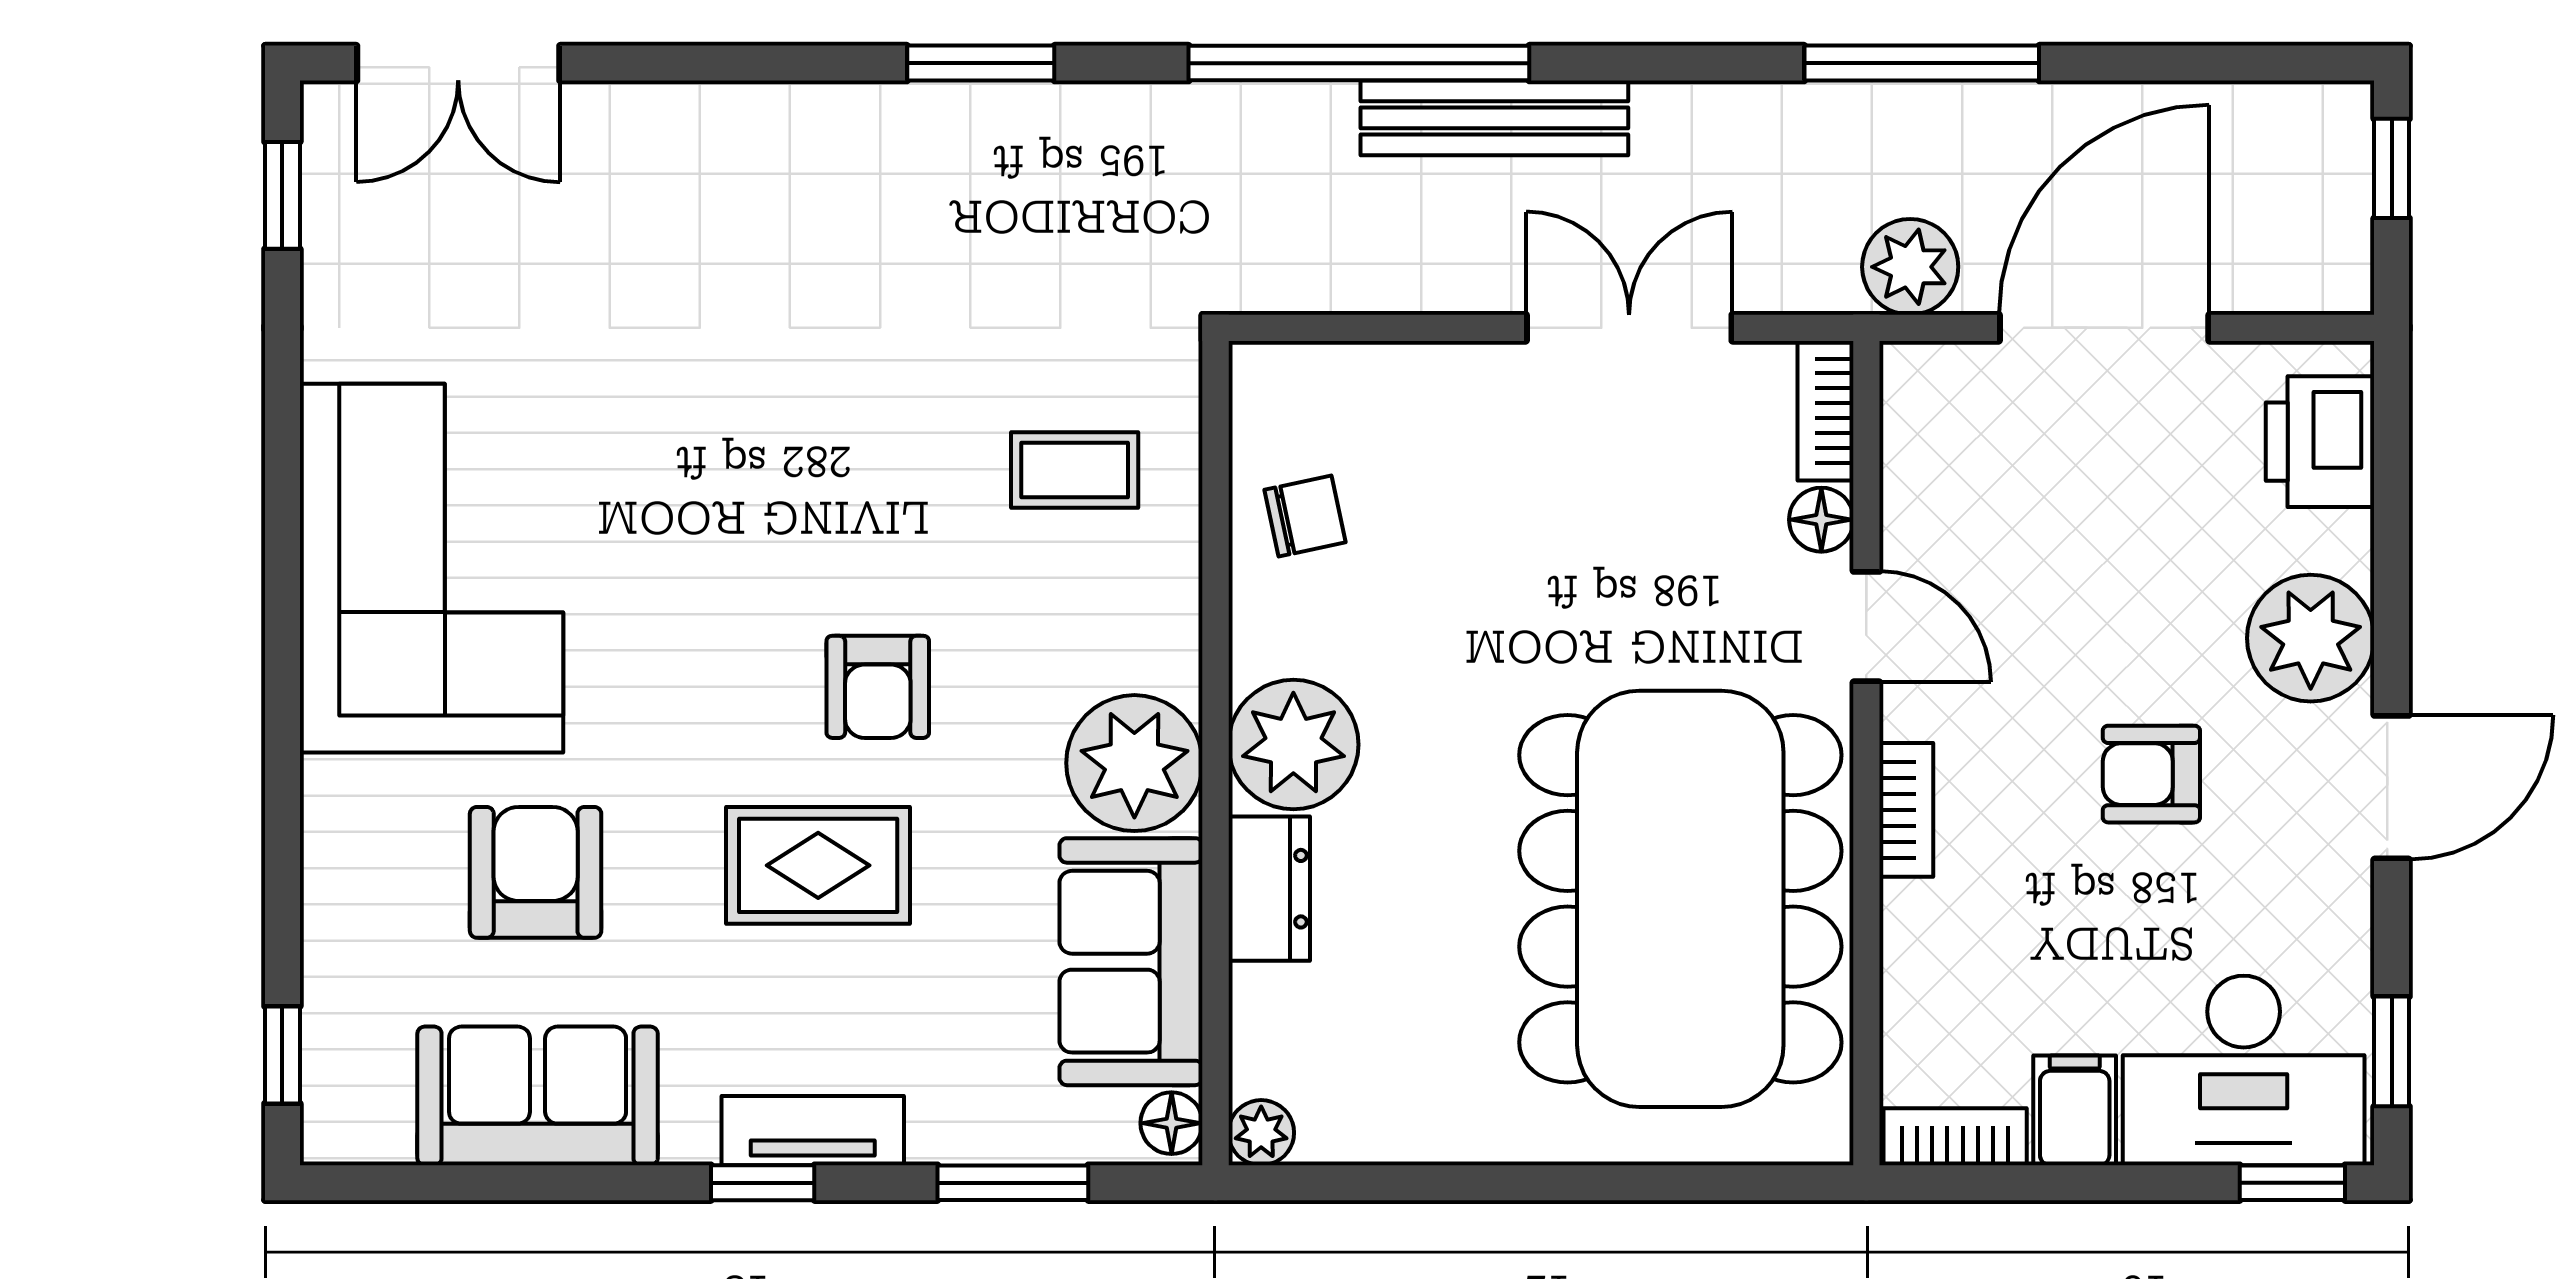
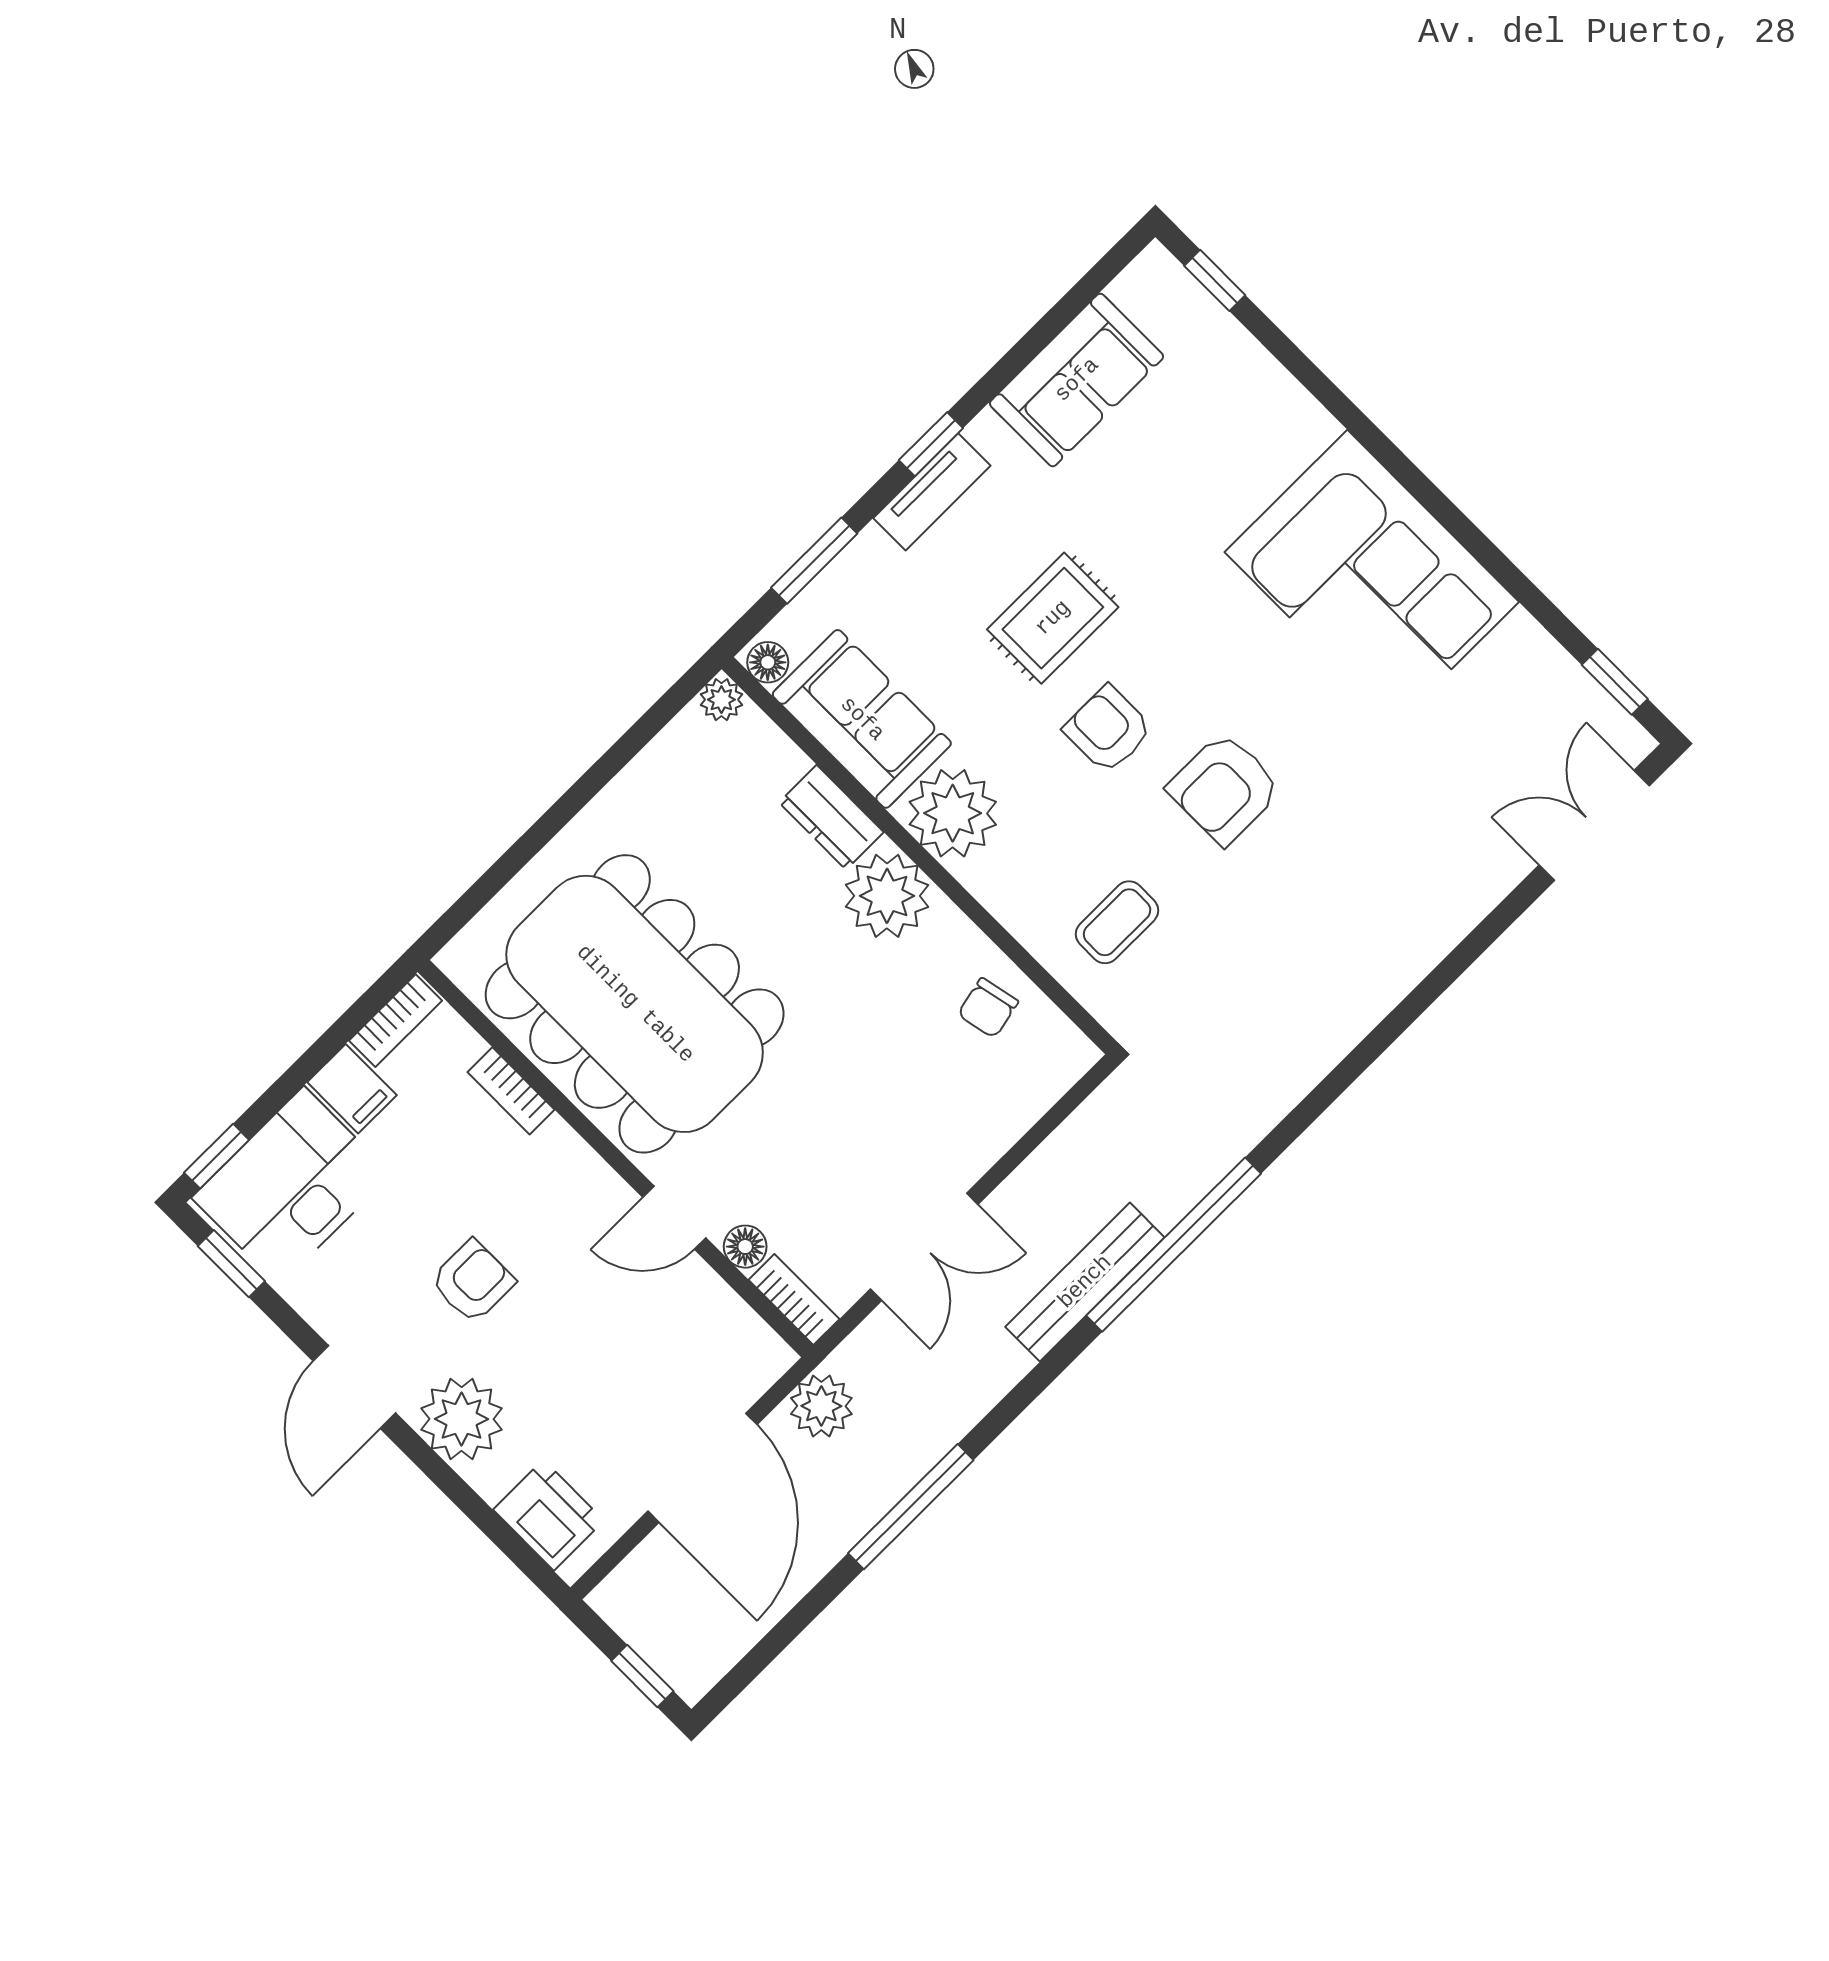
window: (981, 63) -> (1350, 1069), removed
bookcase: (1906, 810) -> (511, 1091), moved
armchair: (536, 872) -> (1224, 789), moved, turned 90

